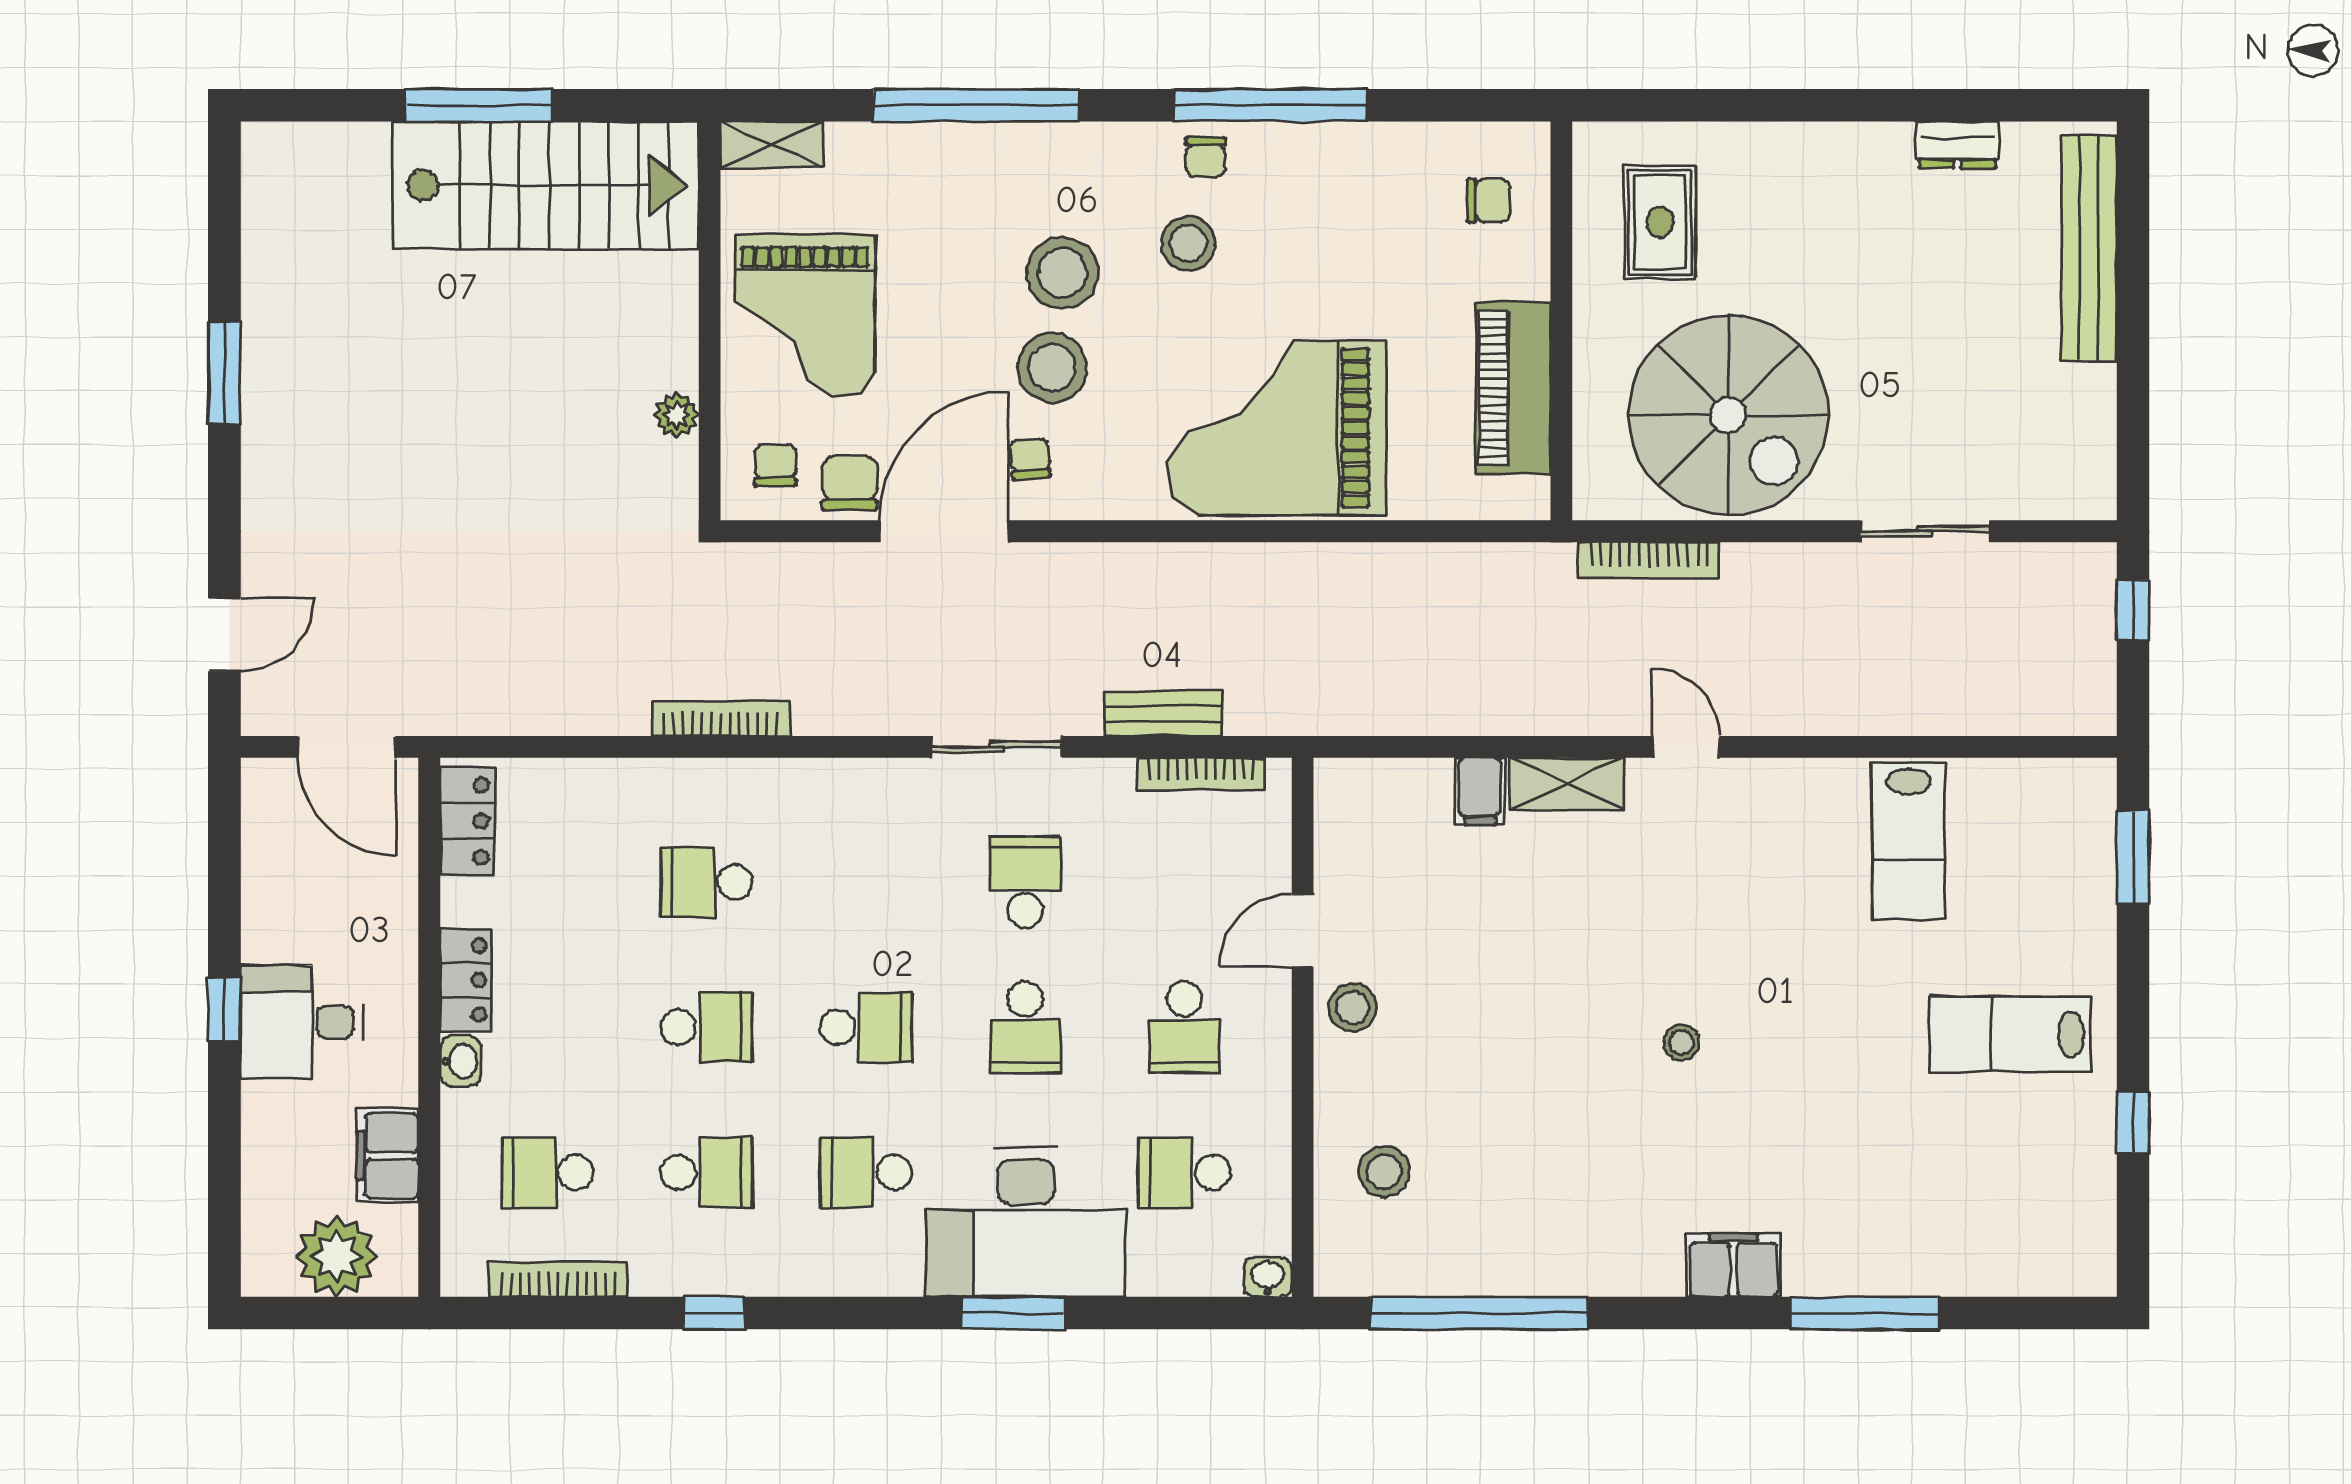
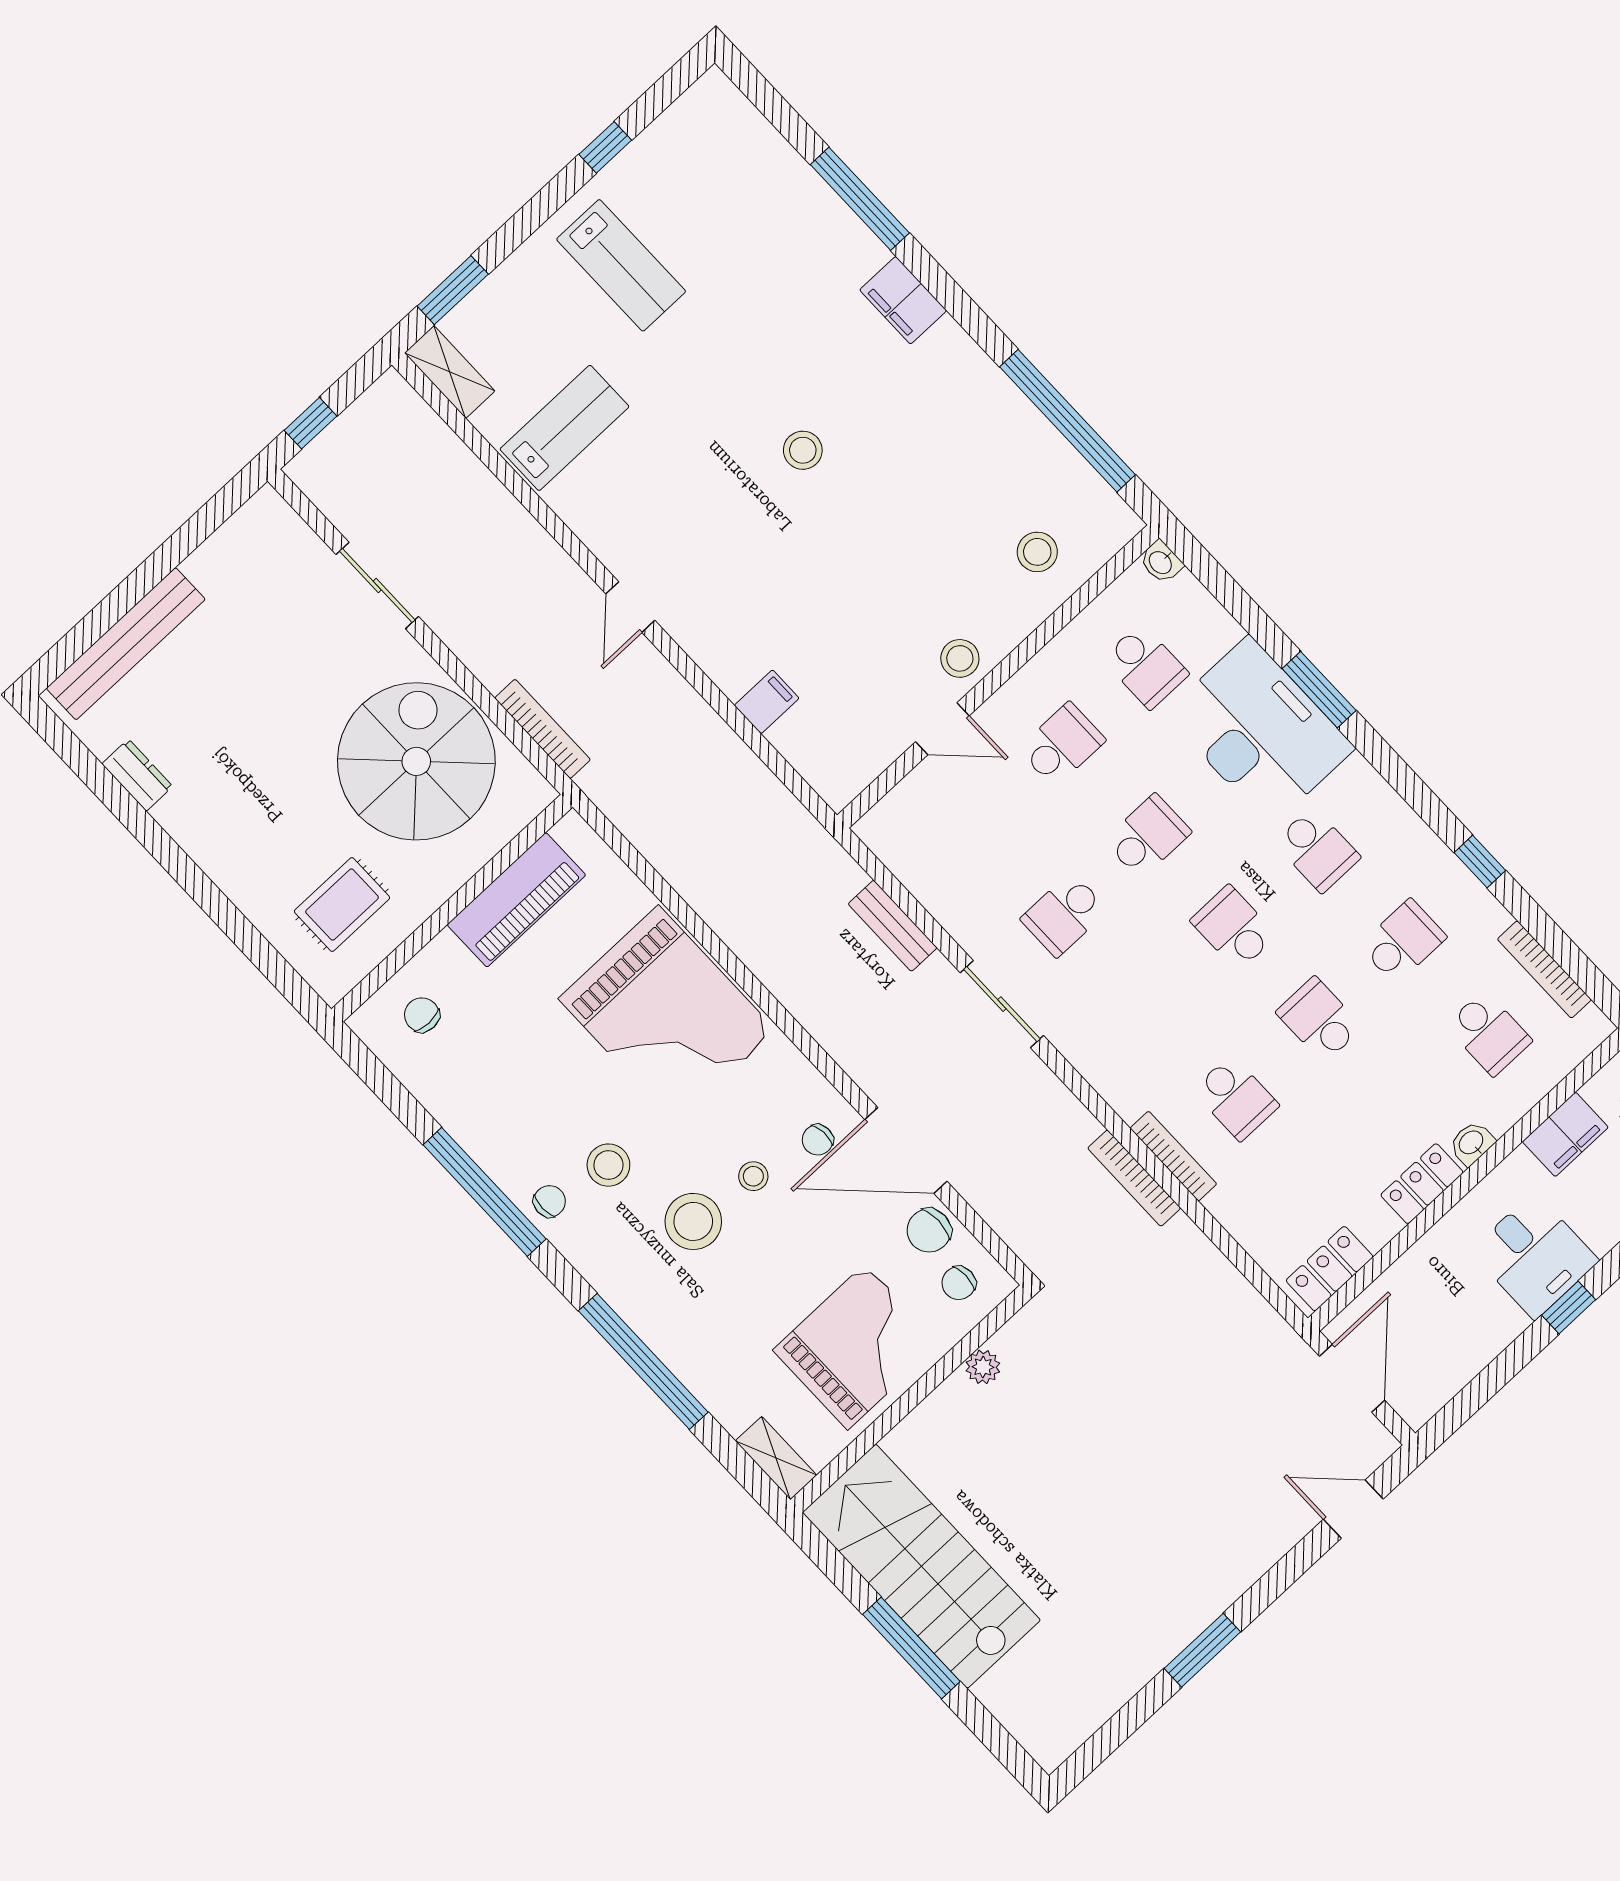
stool: (1052, 368) -> (753, 1176), width x0.53, depth x0.53
bookcase: (1201, 774) -> (1173, 1156), moved
shelving: (1566, 783) -> (450, 372), moved
stool: (1681, 1042) -> (803, 450), width x1.37, depth x1.37
school desk: (707, 1172) -> (1403, 941), turned 90

